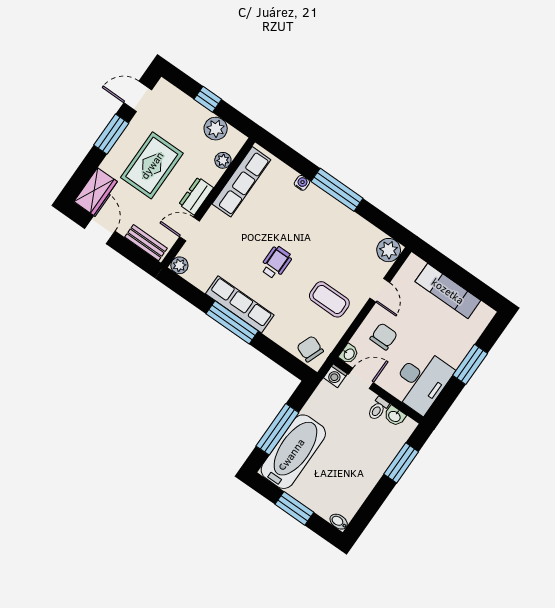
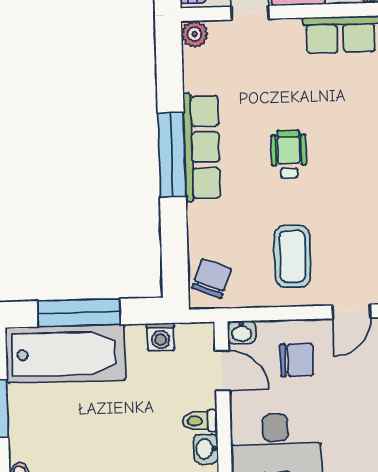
wheelchair: (276, 263) -> (289, 154), turned -90
washing machine: (335, 376) -> (161, 337), moved, turned -90

